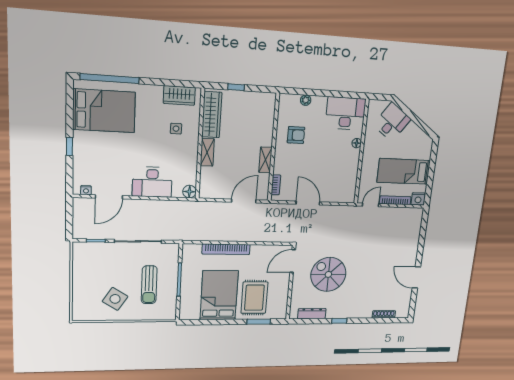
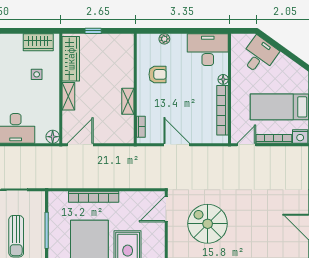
bookcase: (353, 172) -> (222, 110), added
door: (244, 201) -> (80, 145), moved

